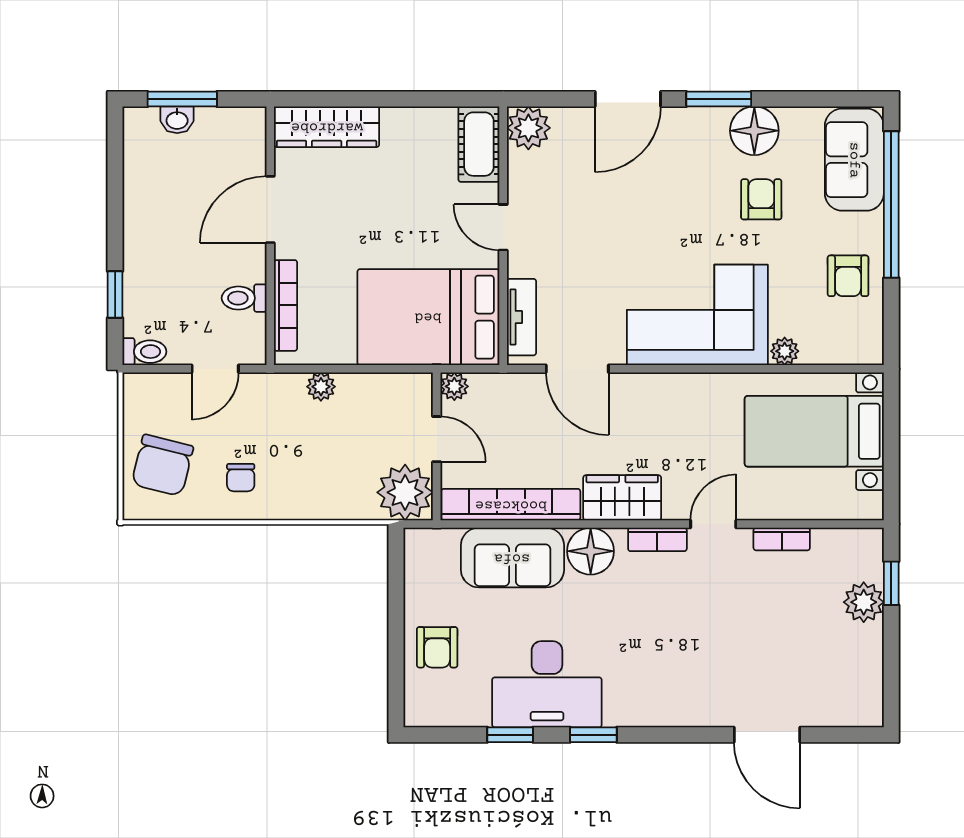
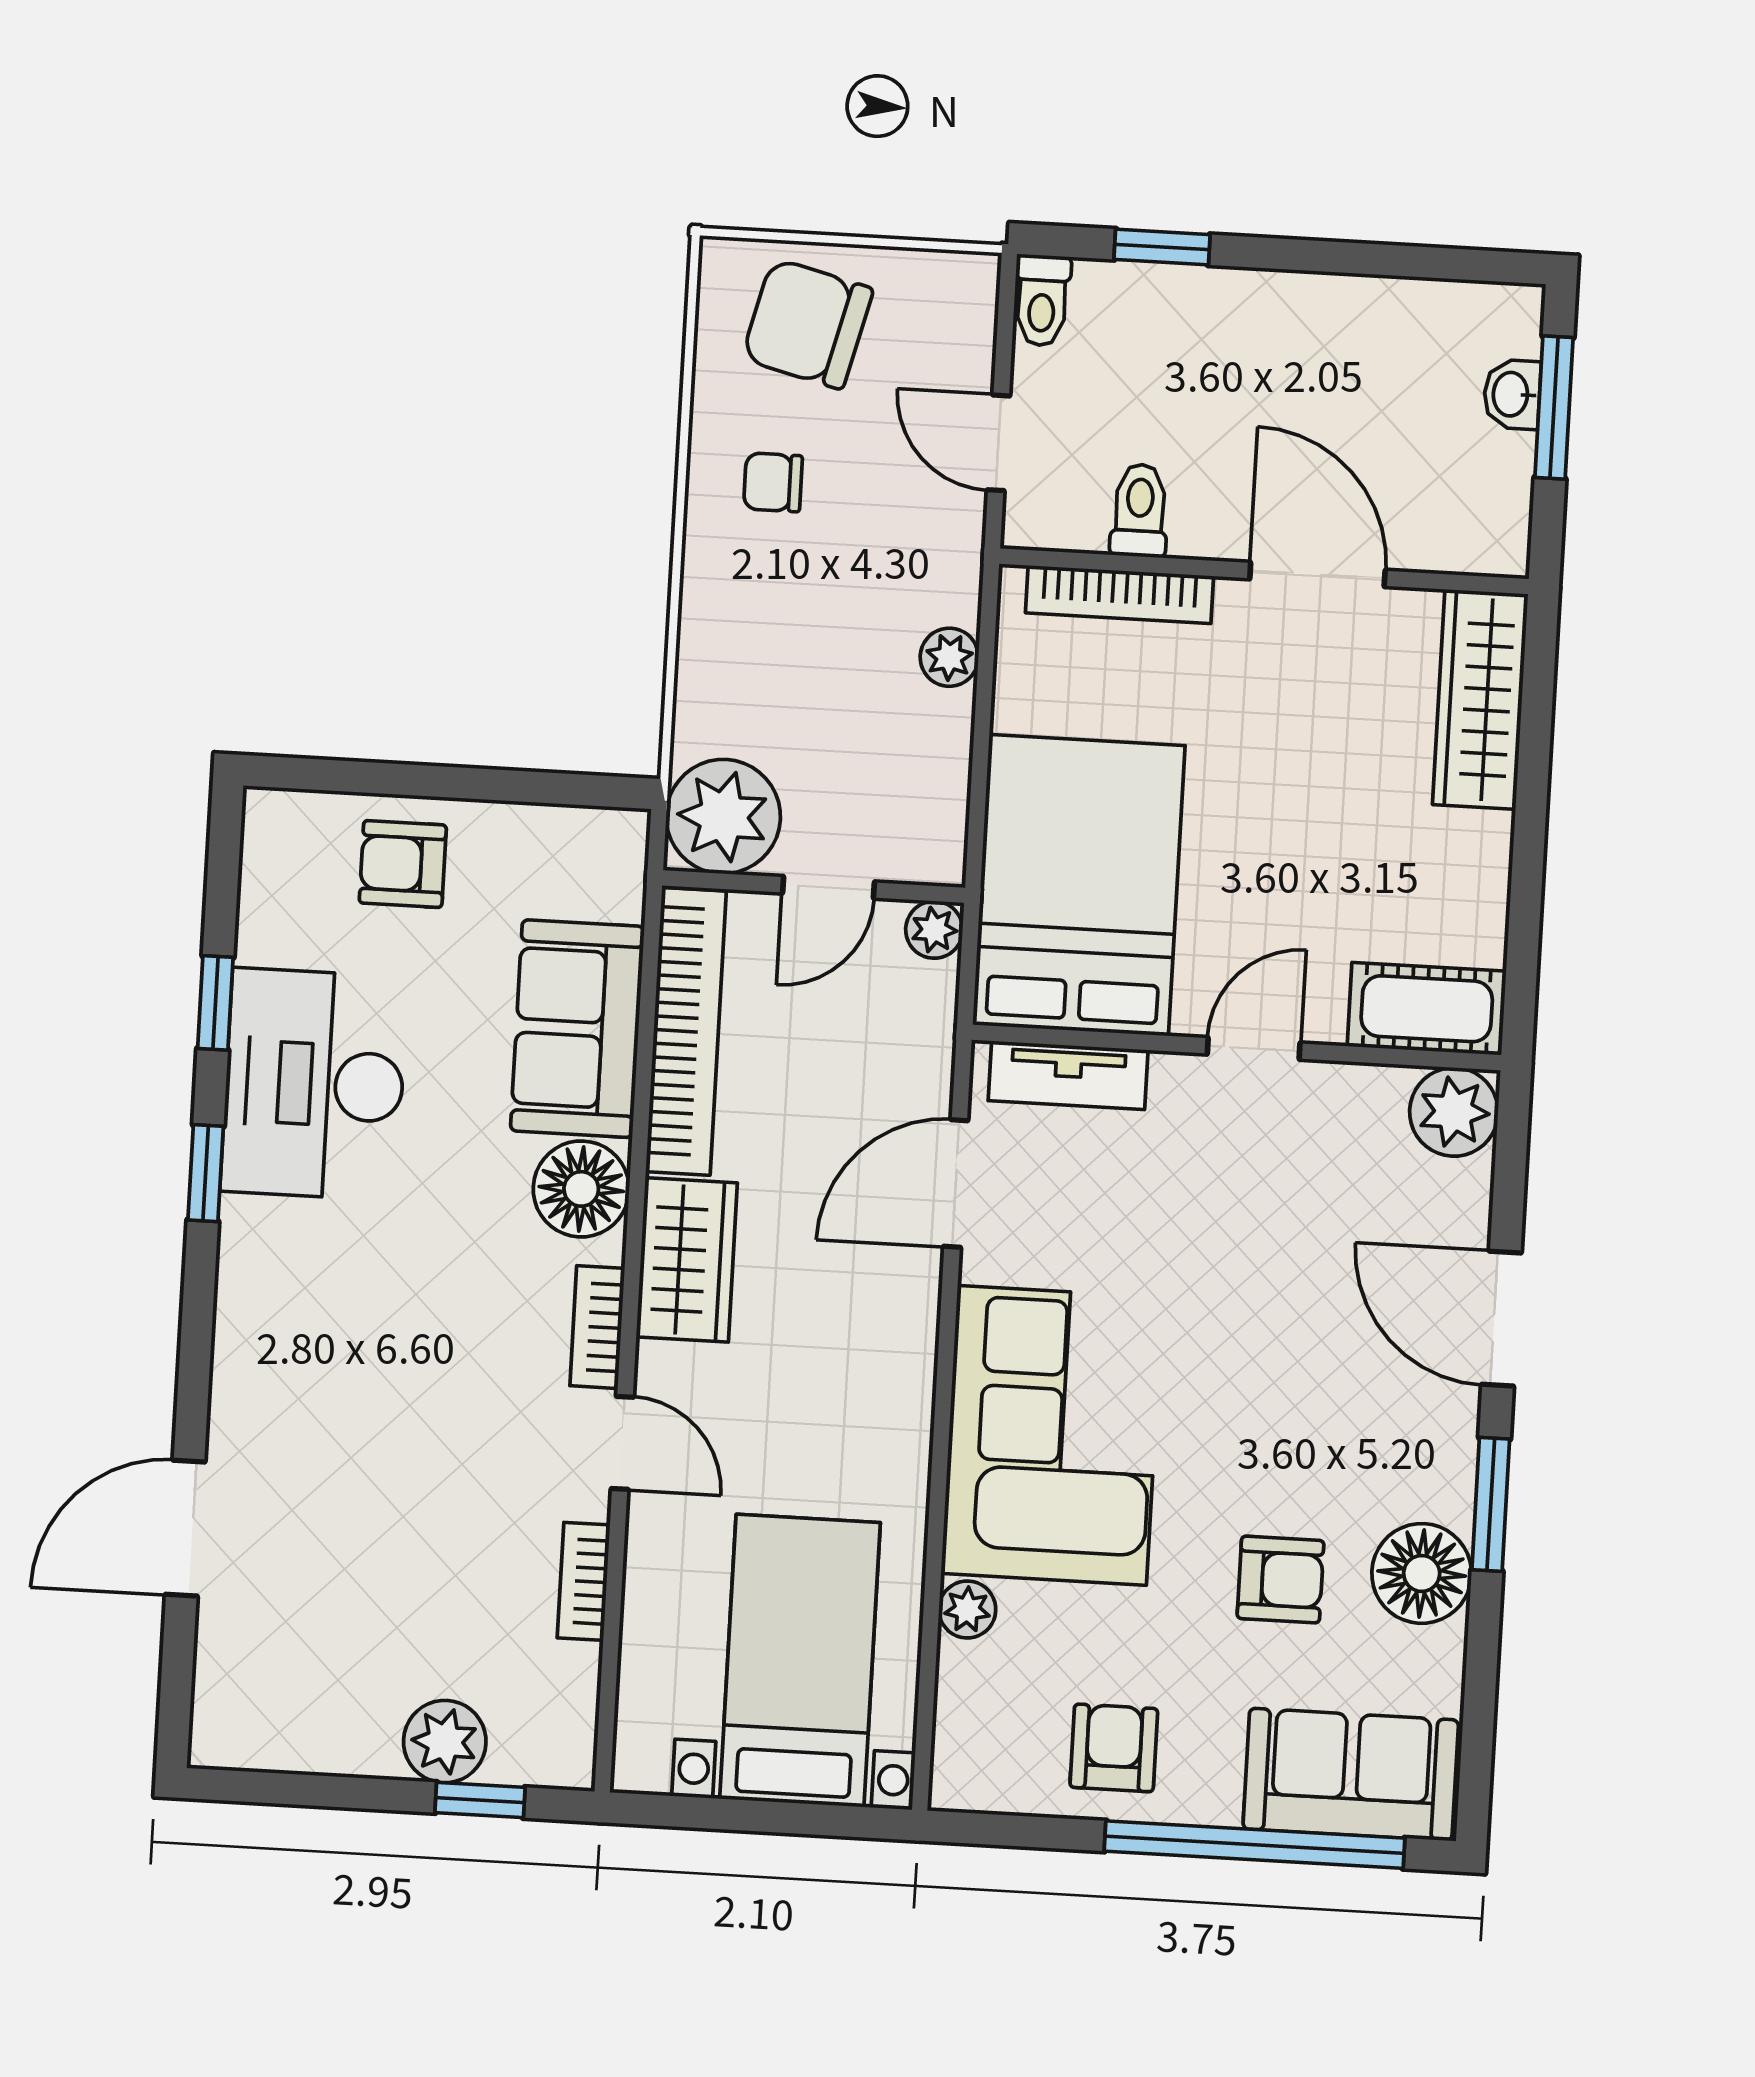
armchair: (848, 276) -> (1114, 1748), turned 90

